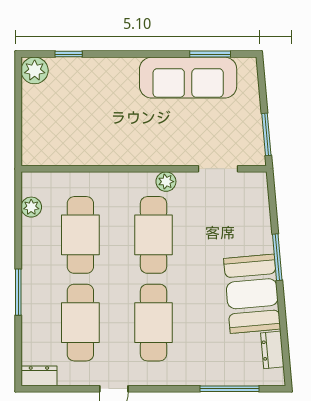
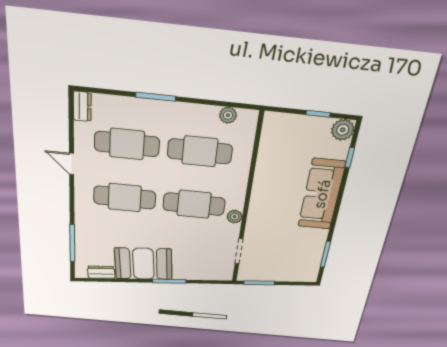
sofa: (188, 78) -> (322, 194), moved
window: (18, 103) -> (318, 114), added

